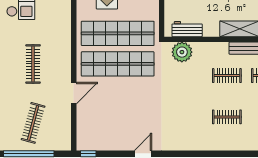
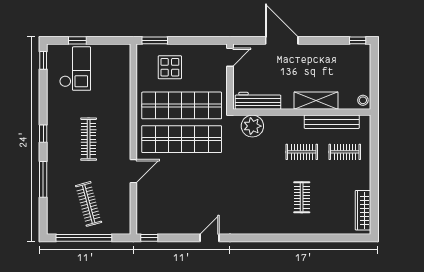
workbench: (187, 29) -> (258, 101), width x1.37
clothes rail: (227, 117) -> (302, 197), turned 90
clothes rail: (33, 123) -> (89, 204), turned -30

